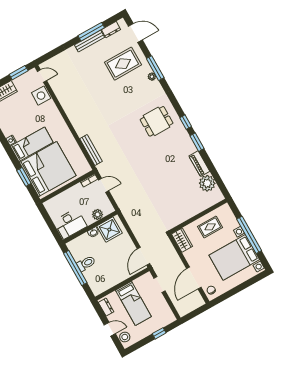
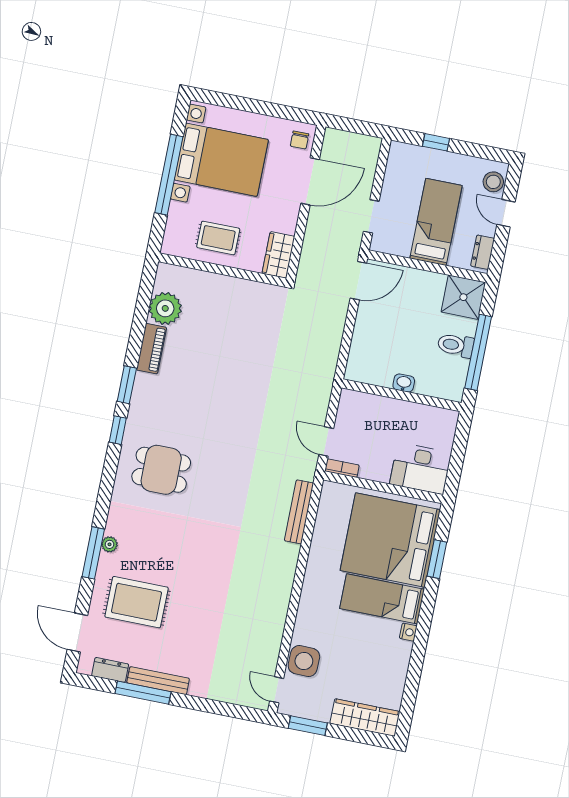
plant: (97, 214) -> (374, 405), removed
desk: (70, 224) -> (421, 468), moved, turned 180
shower: (109, 230) -> (463, 297), moved

